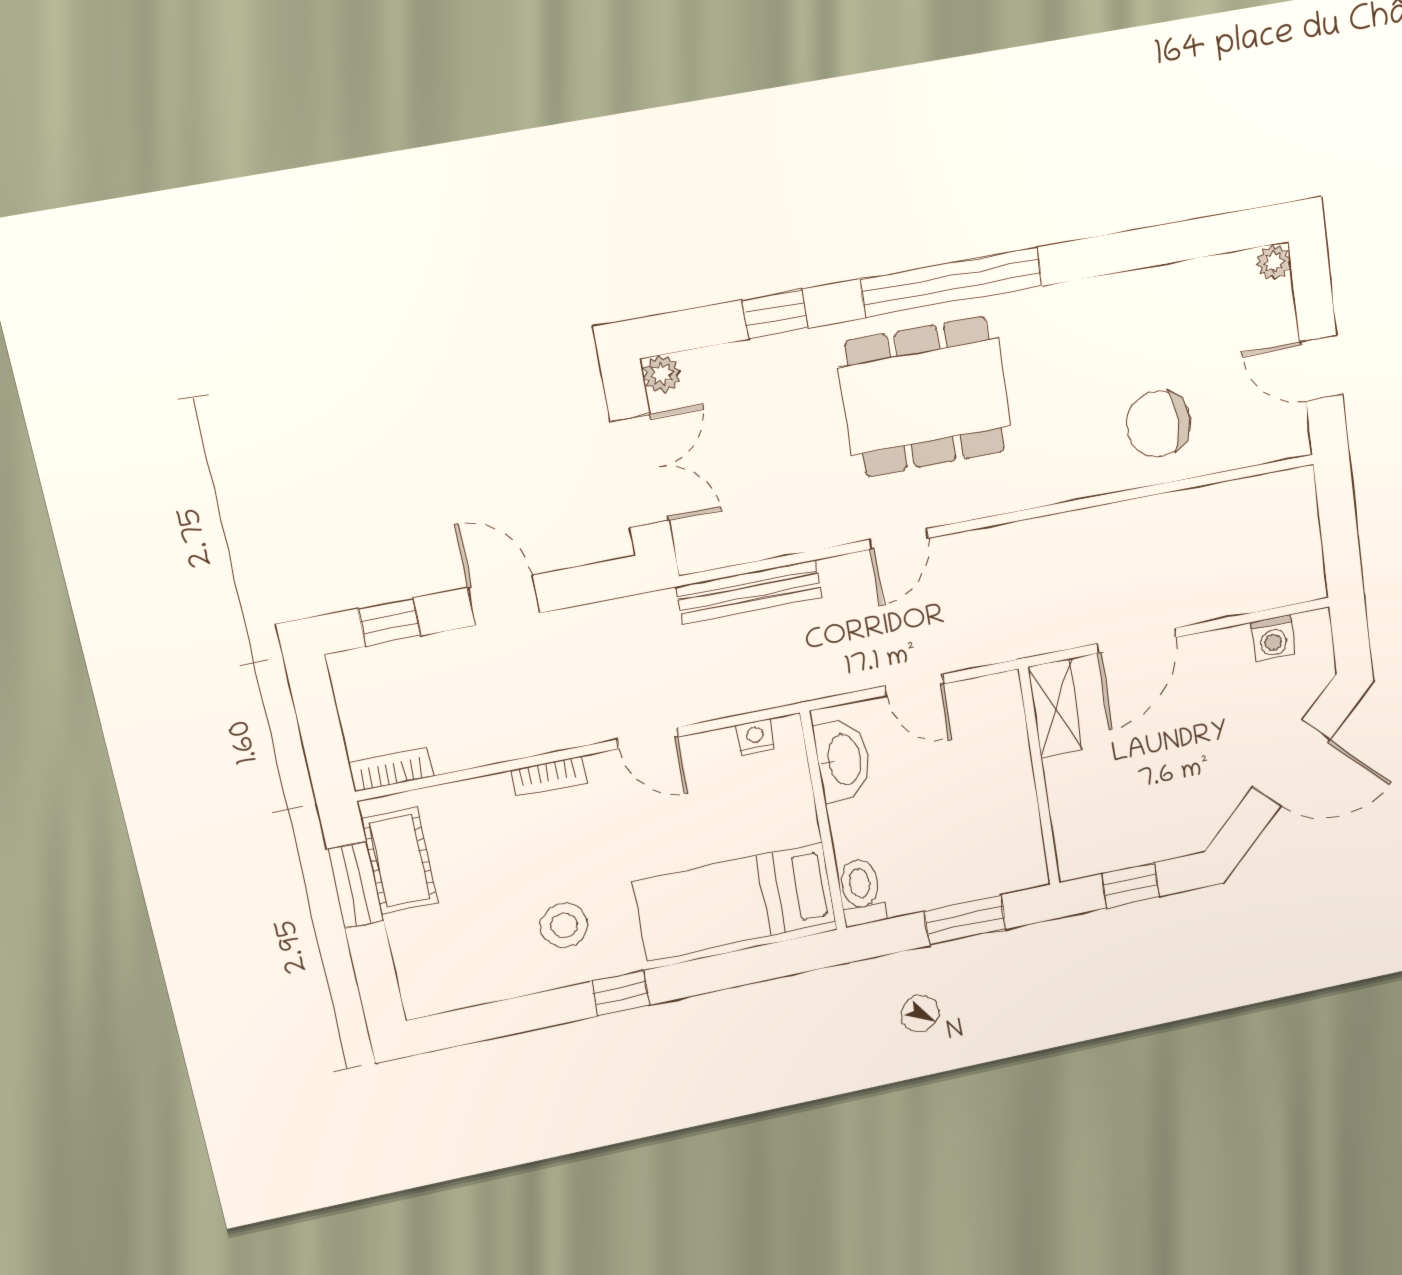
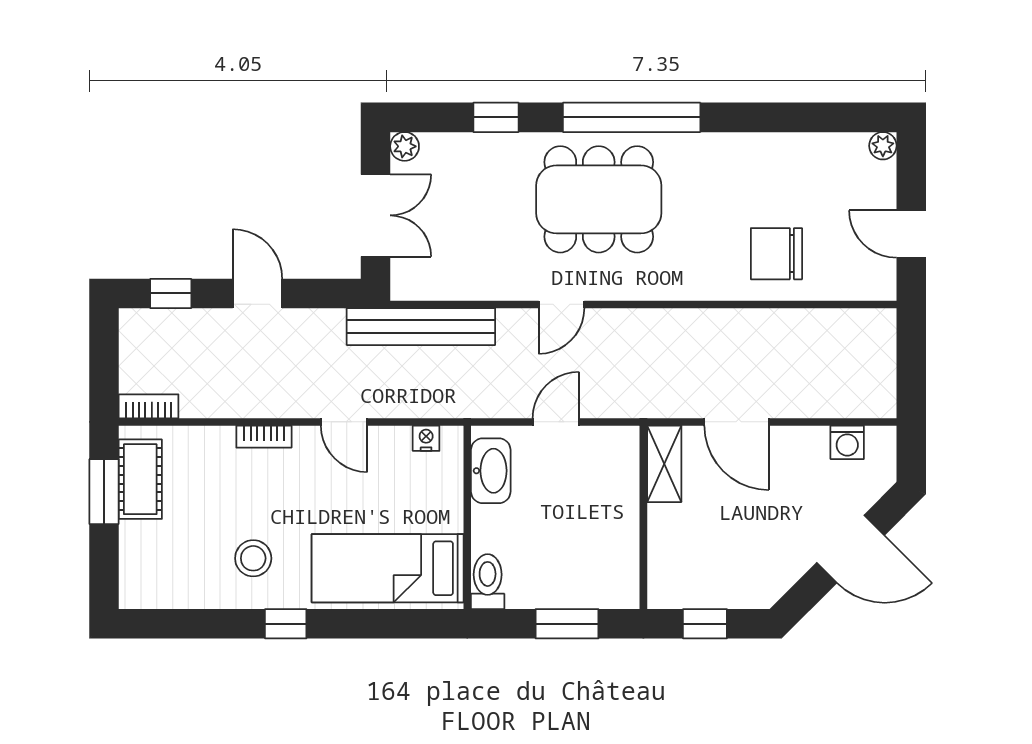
bench: (749, 592) -> (421, 327), width x1.37, depth x1.21
door: (1136, 641) -> (737, 422), hinge flipped
door: (914, 685) -> (556, 422), swing flipped

